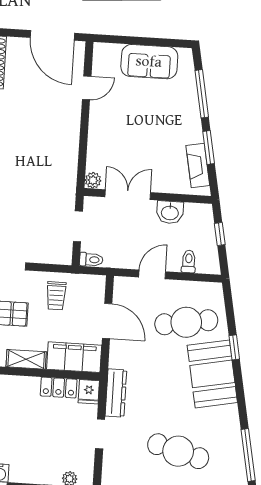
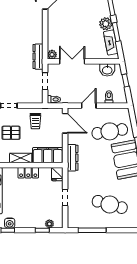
plant: (191, 132) -> (106, 24), added
dresser: (68, 182) -> (38, 57), added
washbasin: (170, 212) -> (107, 70), moved
door: (107, 321) -> (65, 123), moved
locker: (59, 388) -> (28, 173), moved
dresser: (116, 393) -> (73, 158), moved

